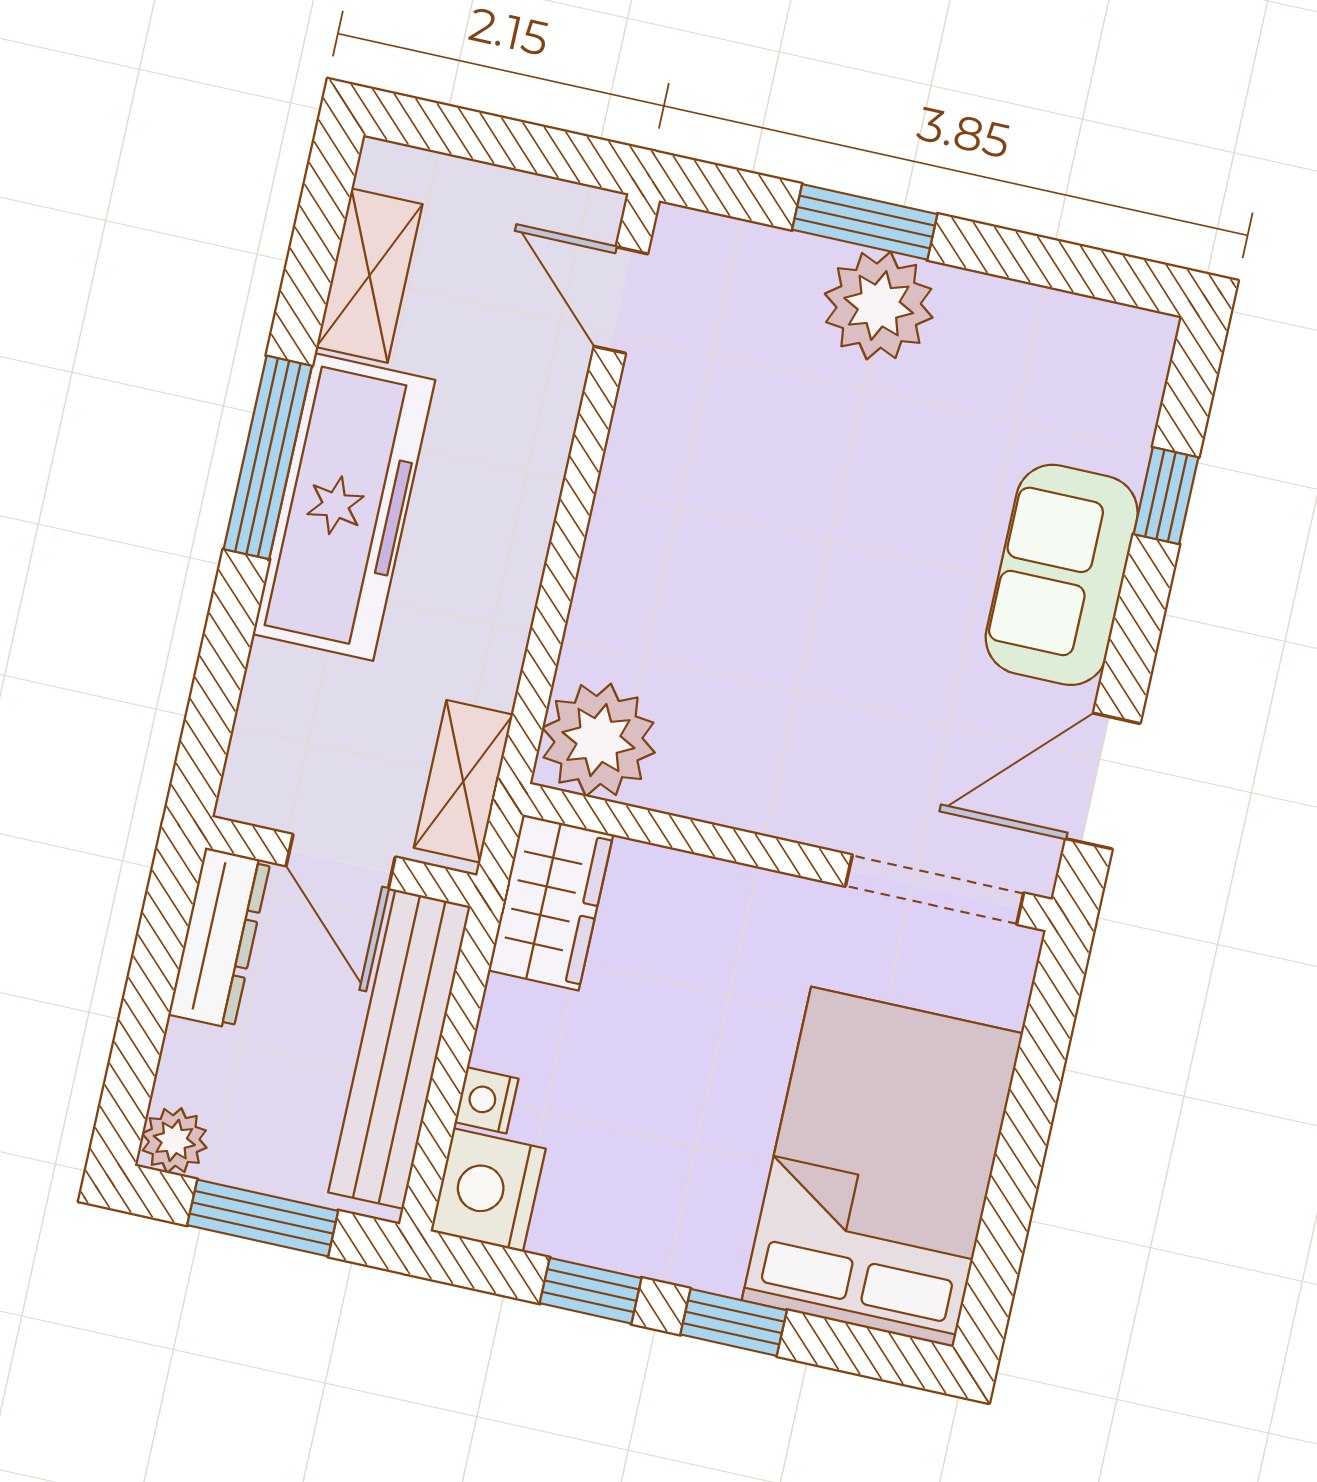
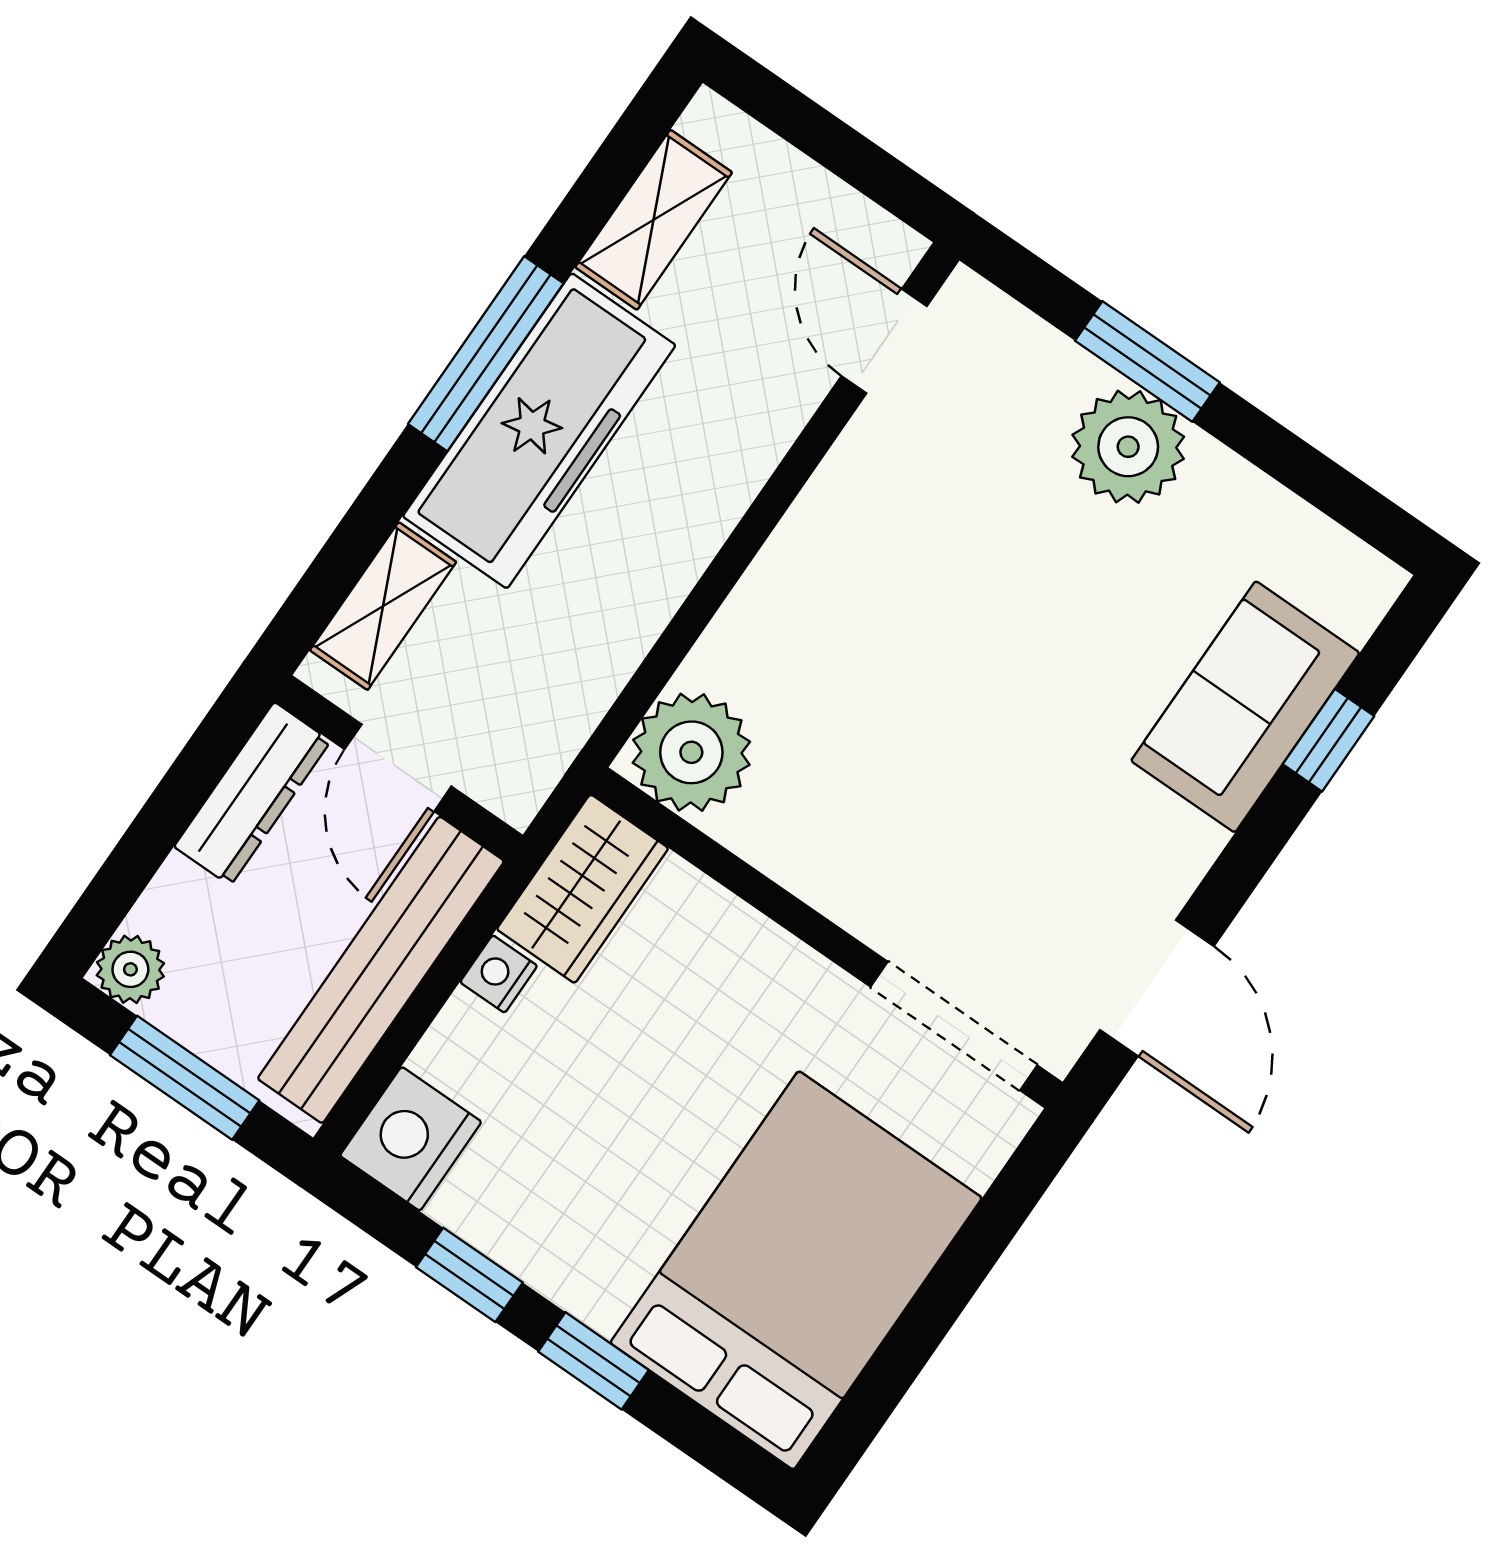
sofa: (1062, 575) -> (1245, 707), moved
shelving: (463, 781) -> (383, 606), moved
door: (1103, 781) -> (1157, 988), swing flipped
nightstand: (487, 1100) -> (499, 974), moved

